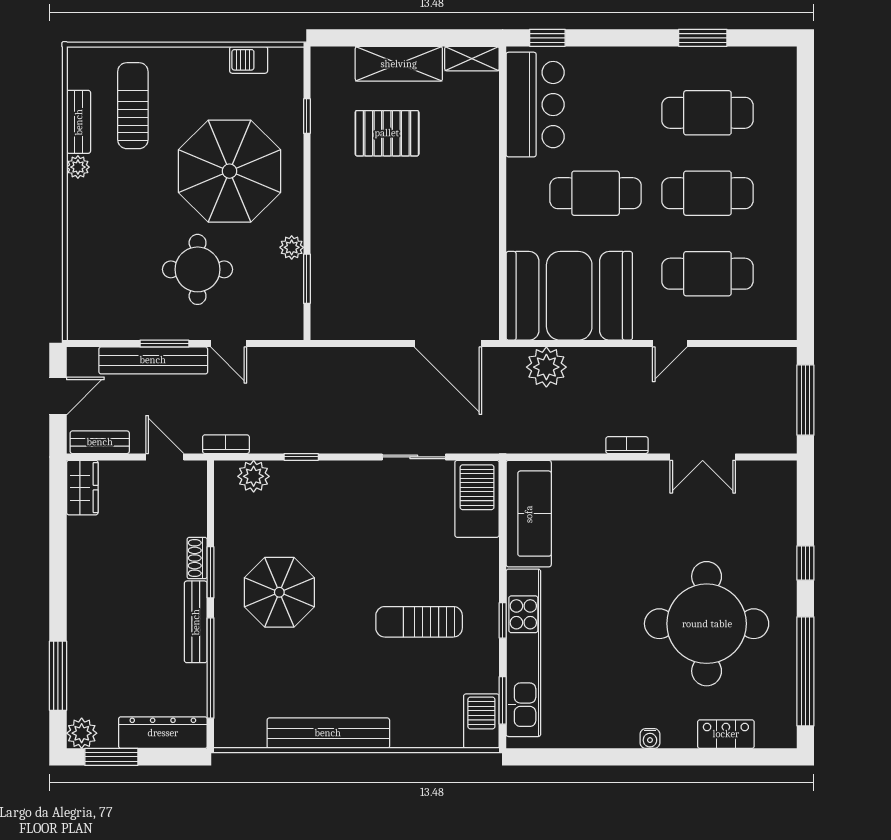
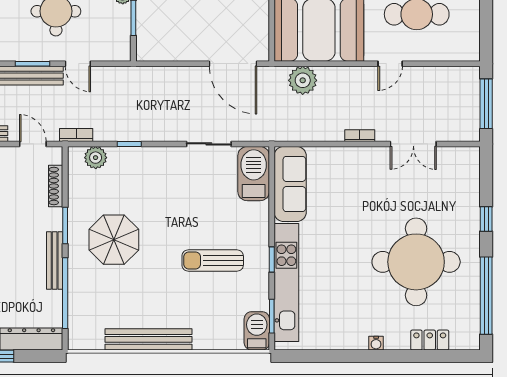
shoe rack: (197, 558) -> (56, 186), moved, width x1.43

